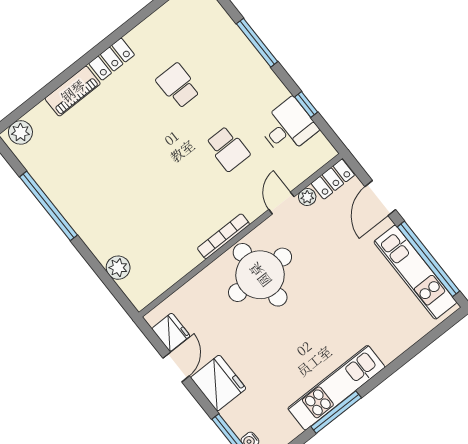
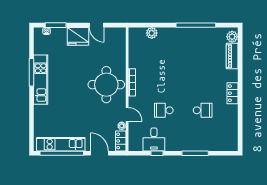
piano: (73, 91) -> (232, 56), moved
fridge: (171, 332) -> (111, 34), removed

